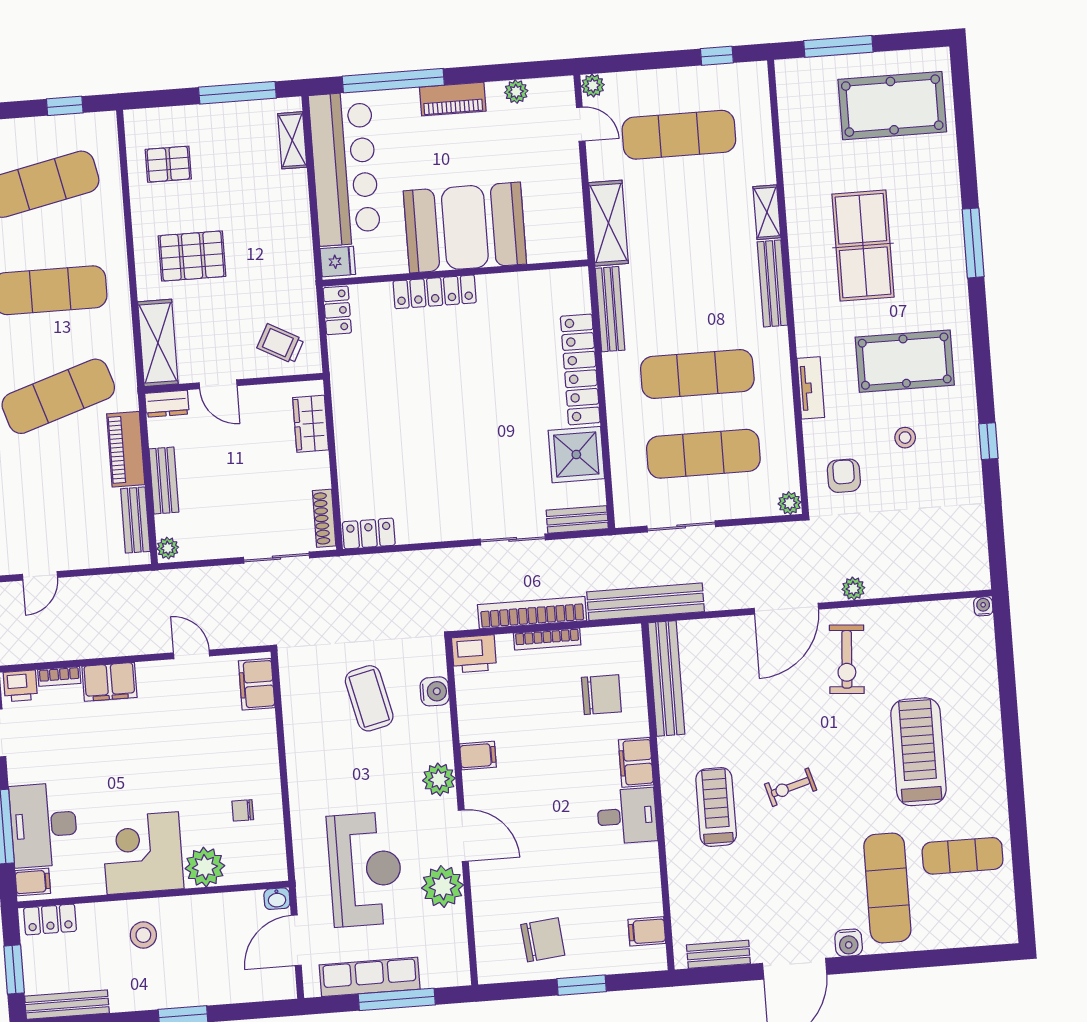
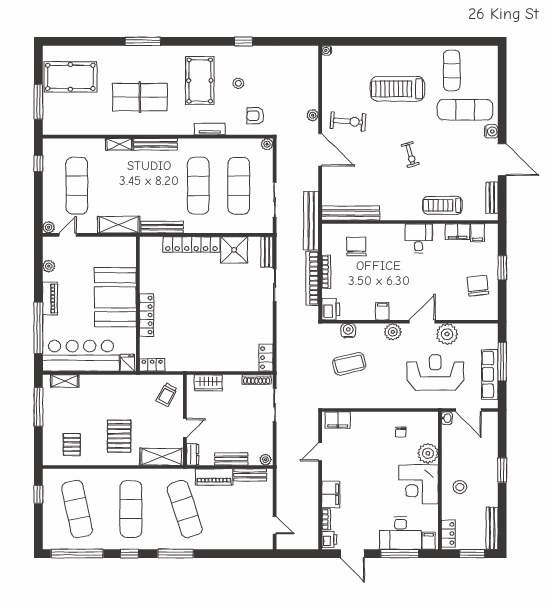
pool table: (892, 106) -> (70, 77), turned 90
filing cabinet: (636, 762) -> (458, 232), moved
treadmill: (716, 807) -> (442, 205), moved

